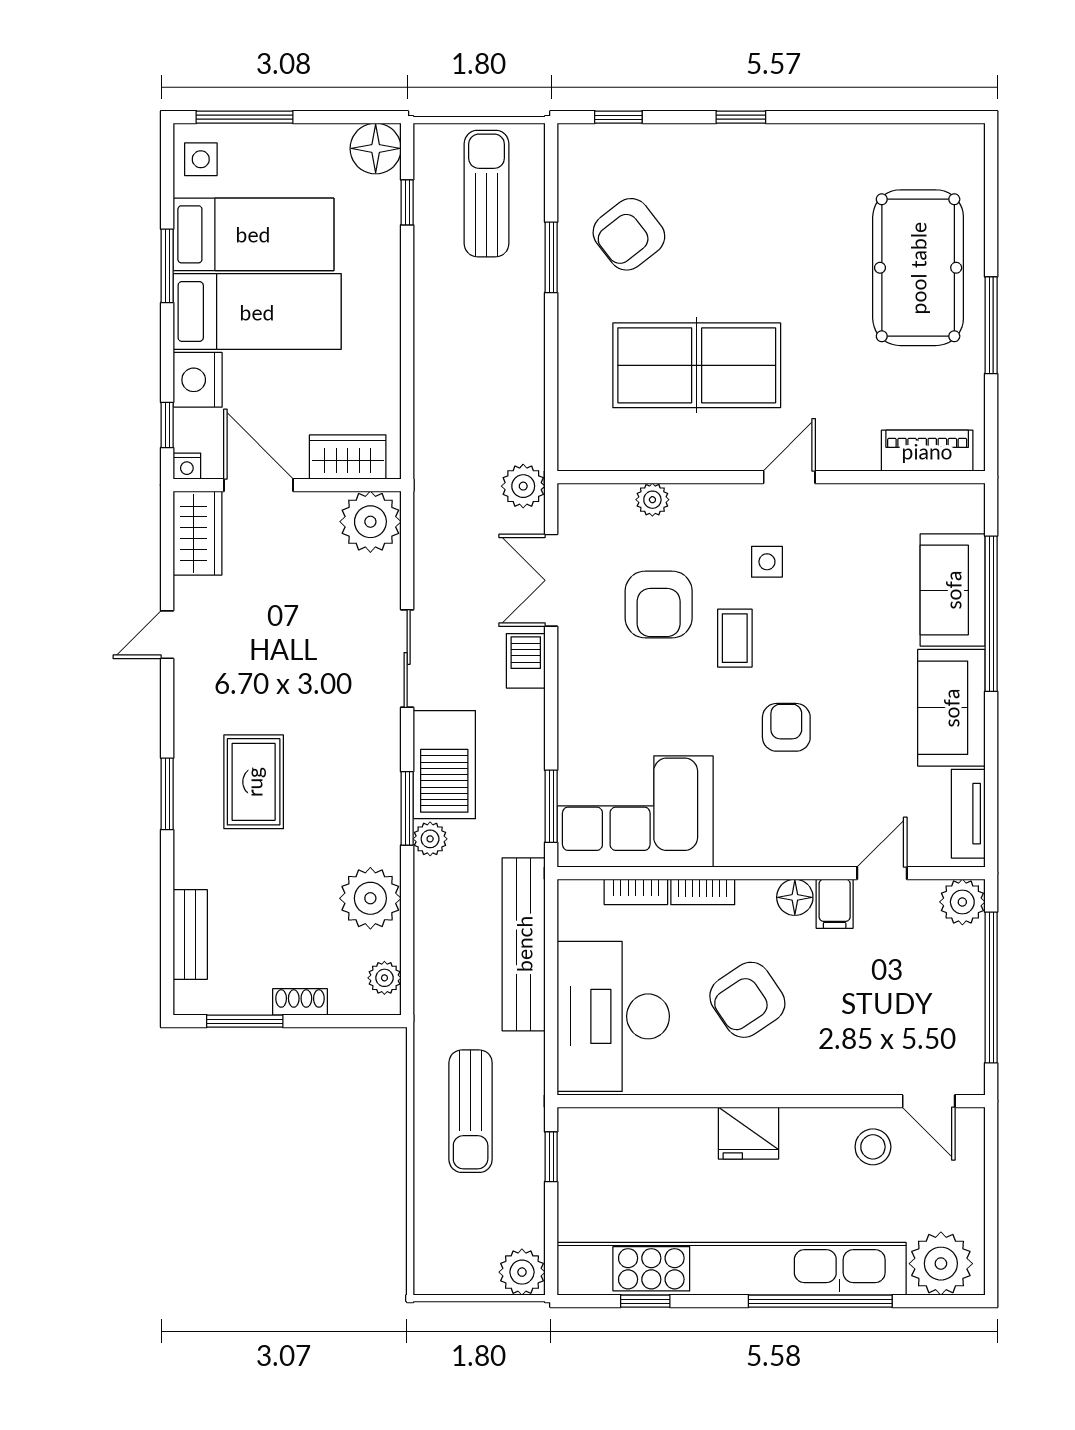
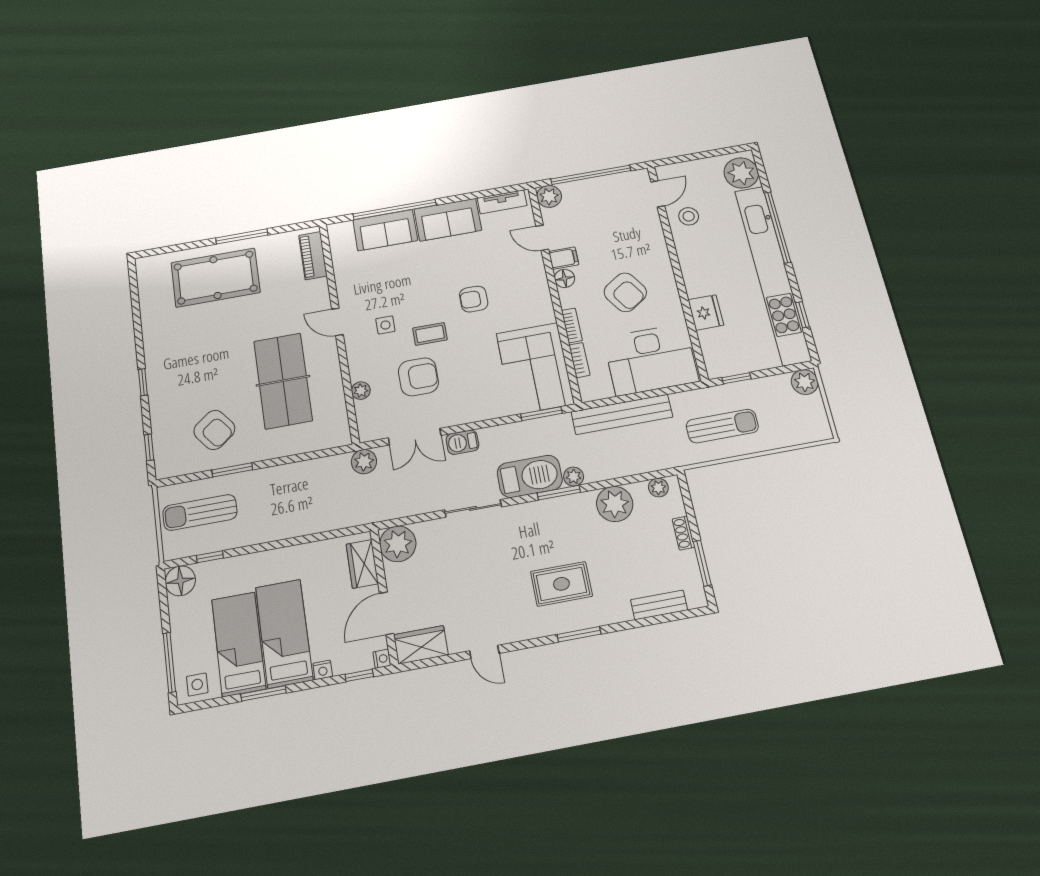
nightstand: (198, 380) -> (323, 670), width x0.53, depth x0.56
fridge: (748, 1133) -> (706, 312), moved

